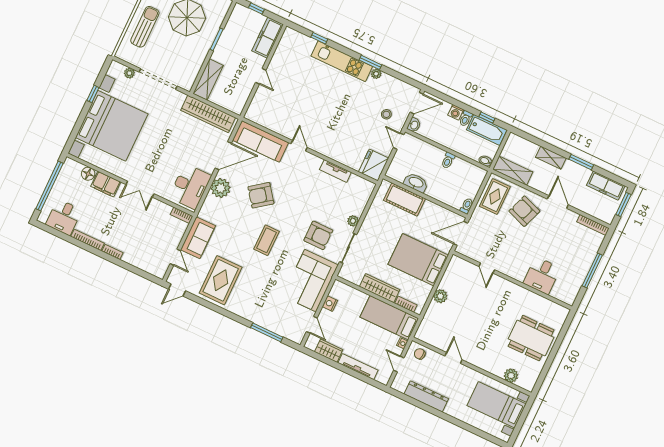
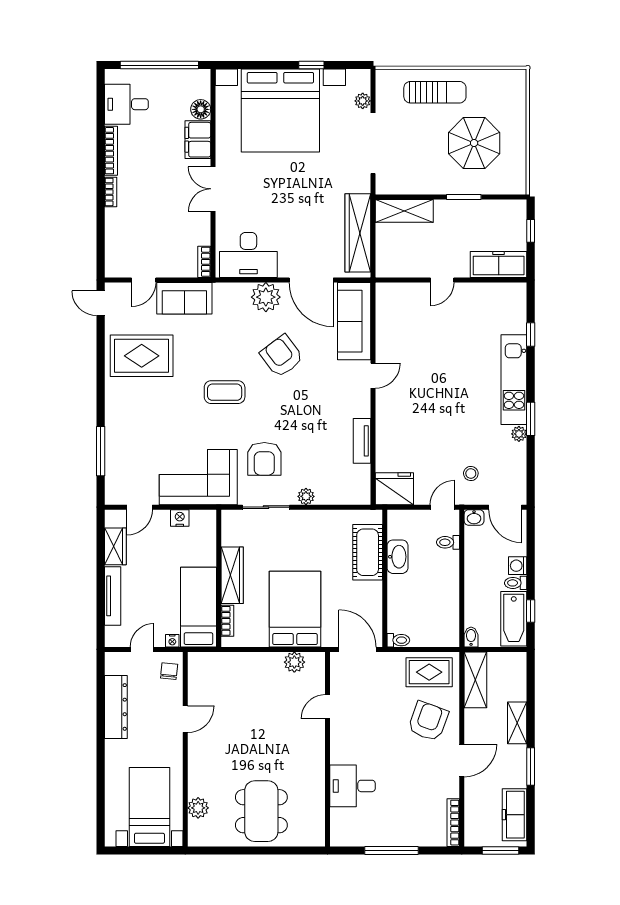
toilet: (448, 160) -> (448, 542), moved
plant: (440, 296) -> (294, 662), moved

